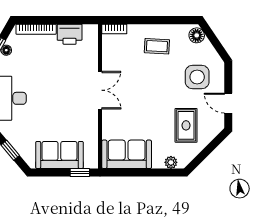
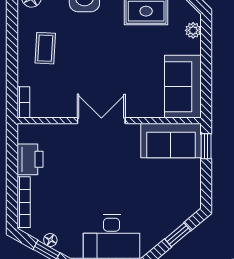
sofa: (59, 155) -> (171, 140), moved, turned -90

